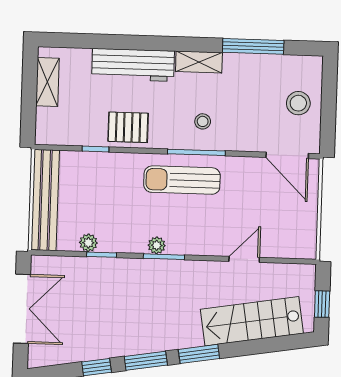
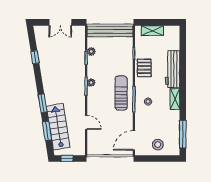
window: (253, 46) -> (183, 134), moved
shelving: (47, 82) -> (152, 31), moved
double door: (22, 309) -> (60, 22), width x0.73
window: (146, 361) -> (47, 131), moved

